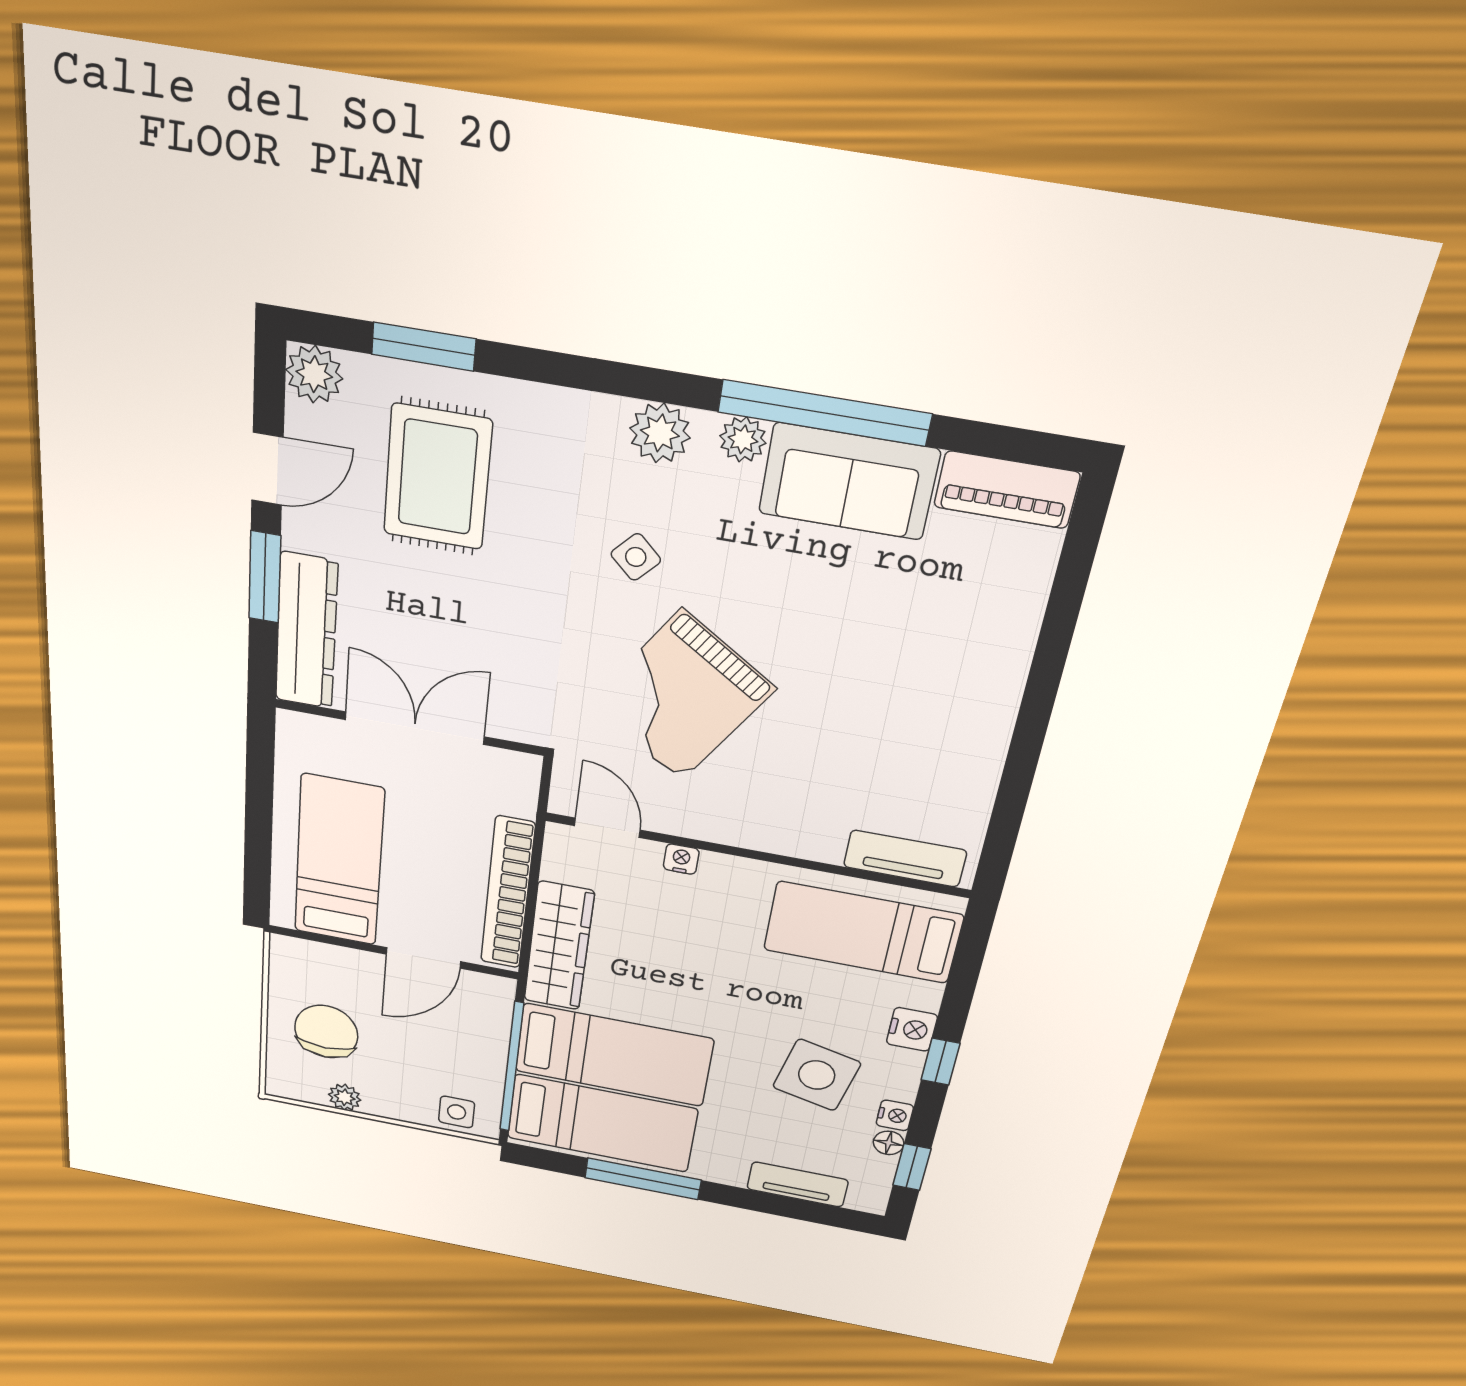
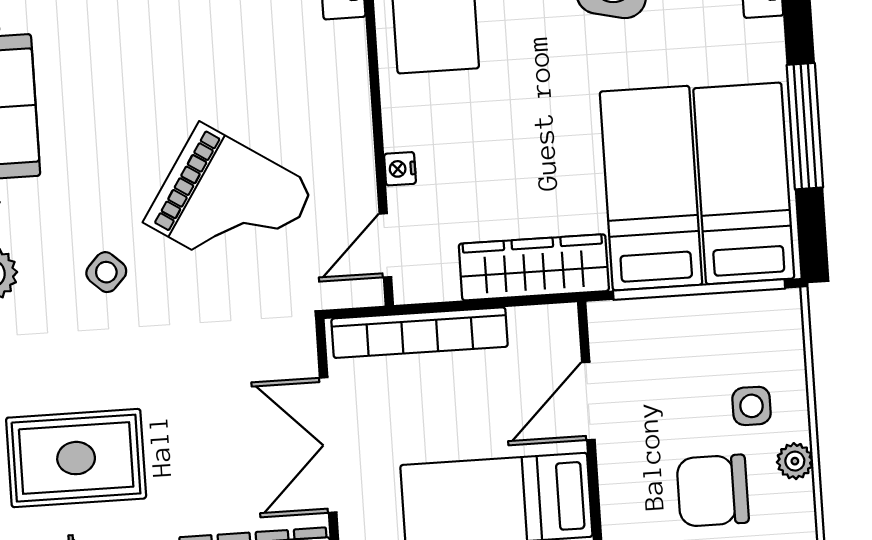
bookcase: (508, 893) -> (420, 333), moved
door: (423, 958) -> (588, 401), swing flipped
side table: (457, 1112) -> (752, 406), moved

